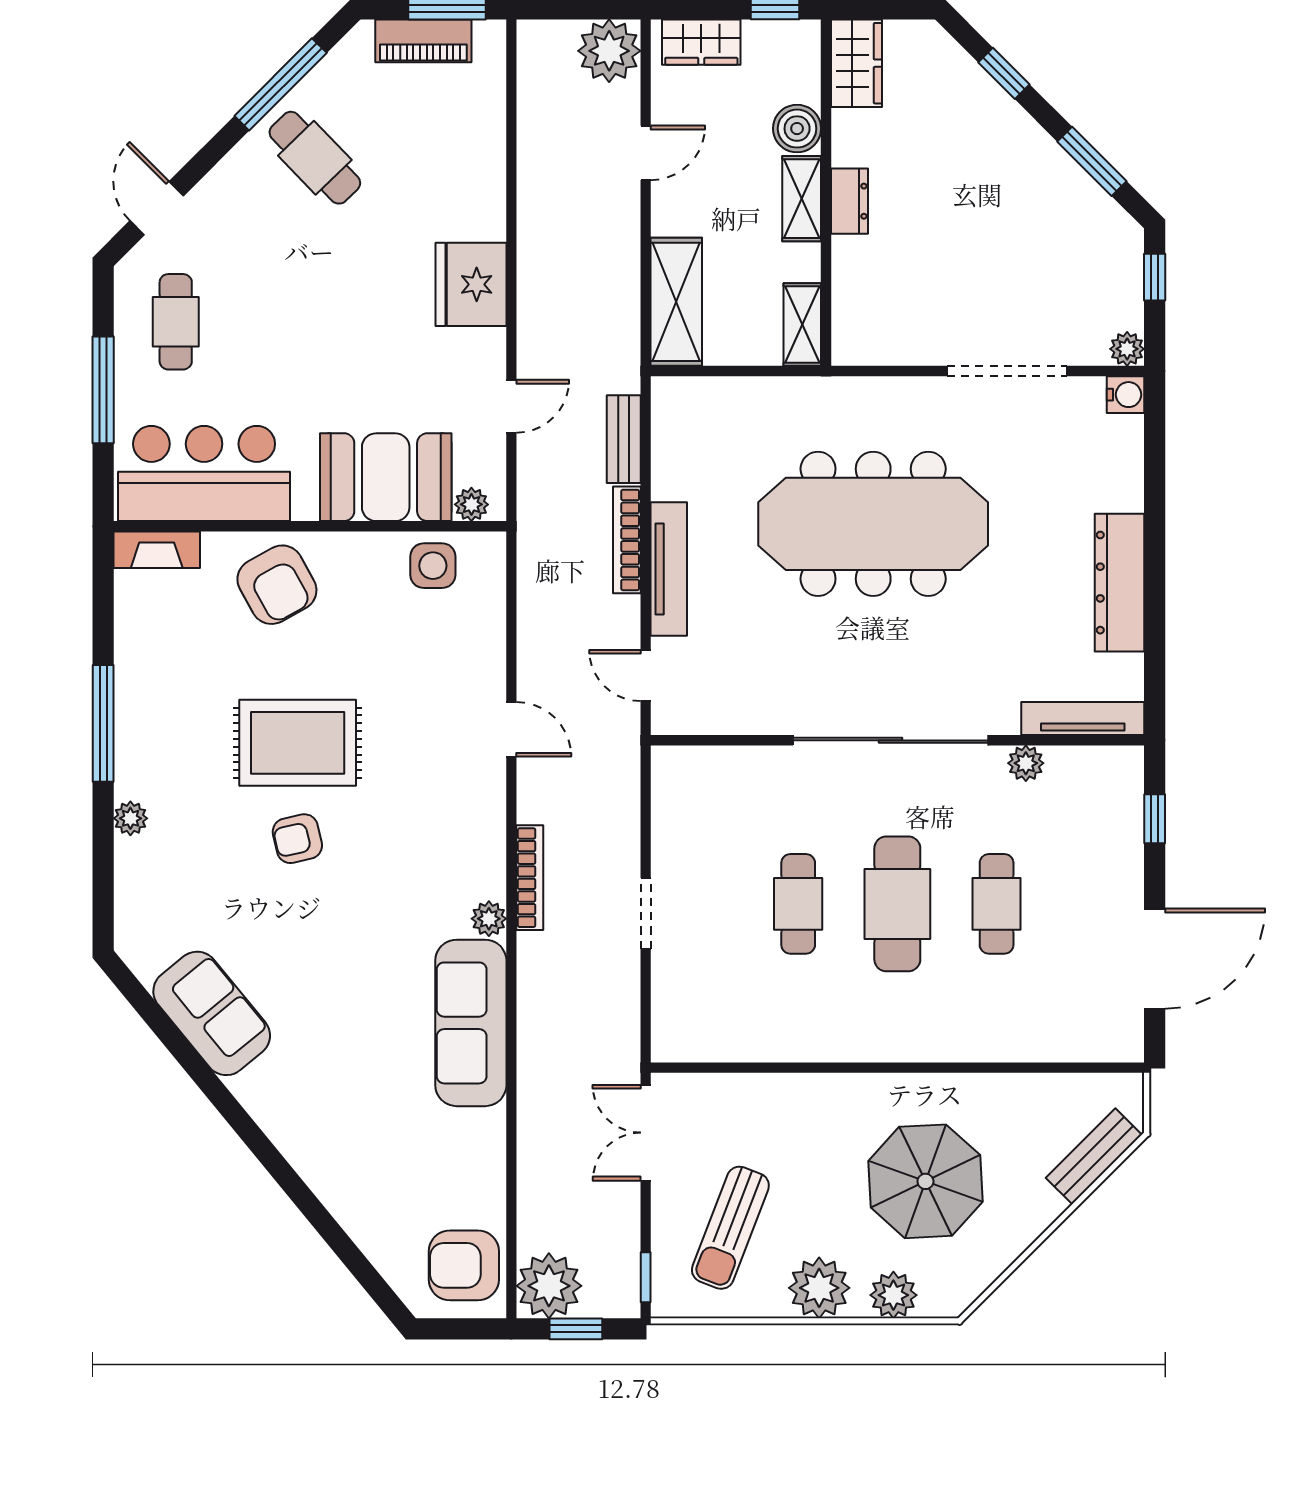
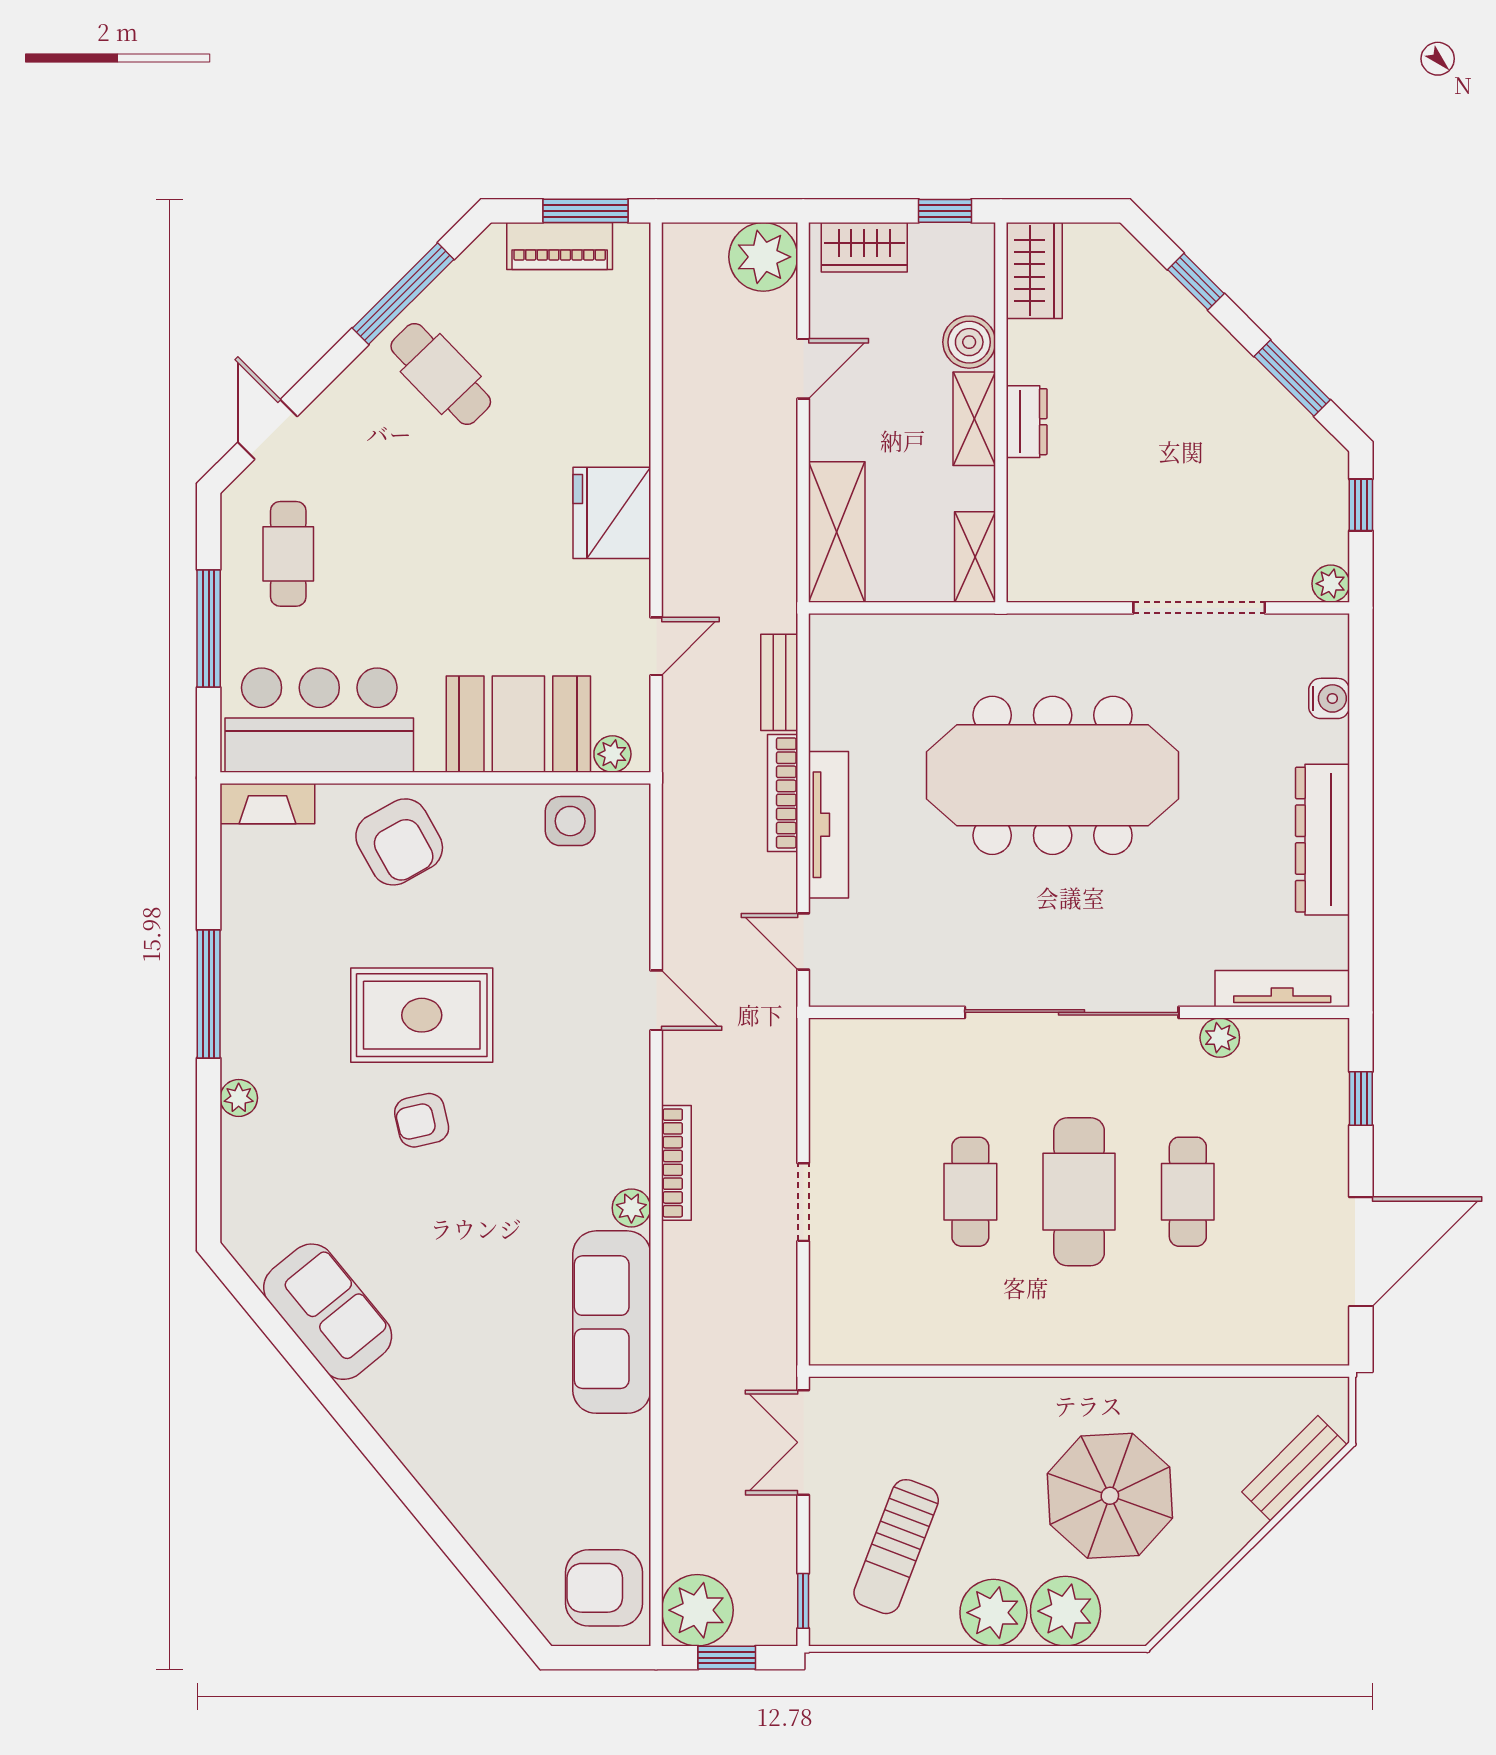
water cooler: (1126, 395) -> (1329, 698), moved
plant: (893, 1295) -> (1065, 1611), width x1.36, depth x1.36

